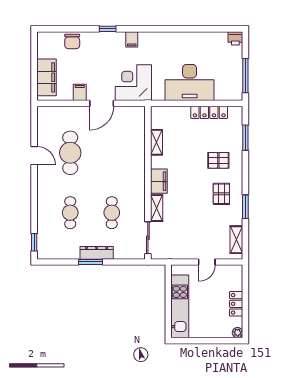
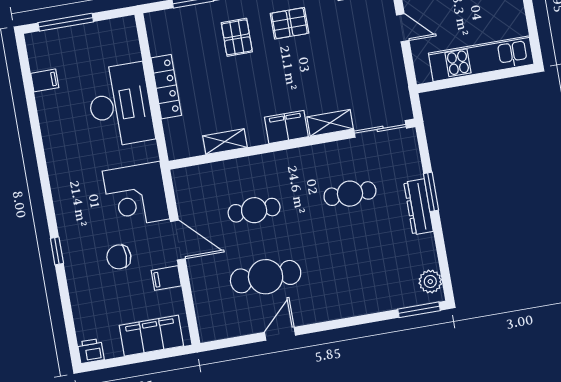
printer: (235, 38) -> (91, 351), moved, turned -90
filing cabinet: (132, 39) -> (45, 80), moved
chair: (72, 41) -> (119, 257), moved, turned 180
window: (245, 76) -> (66, 22), moved
locker: (209, 112) -> (166, 87), moved
cafe table: (70, 213) -> (254, 210), moved
window: (34, 242) -> (419, 310), width x1.50
plant: (50, 252) -> (430, 281), added
window: (91, 262) -> (431, 192), moved

